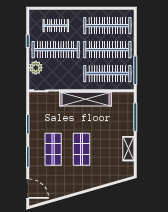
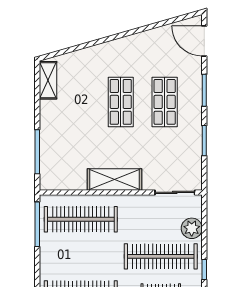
clothes rail: (107, 50) -> (81, 256), removed
shelving: (86, 99) -> (114, 179), width x0.68
shelving: (128, 149) -> (48, 80), moved

